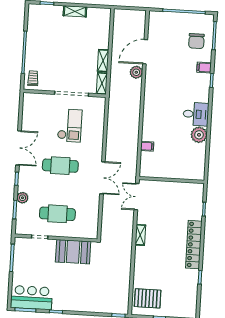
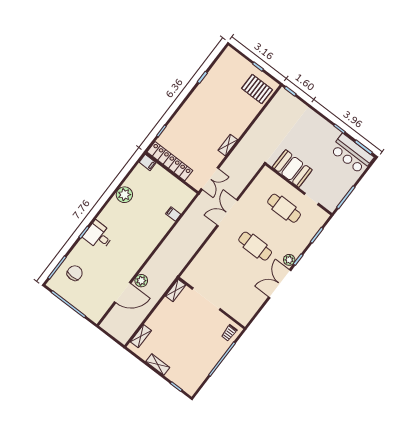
shelving: (103, 61) -> (141, 336), moved
filing cabinet: (204, 68) -> (148, 162), moved
desk: (196, 114) -> (98, 236), moved
checkout: (70, 126) -> (225, 274), removed
plant: (23, 198) -> (289, 260), moved
locker: (194, 245) -> (170, 161), moved, turned -90

